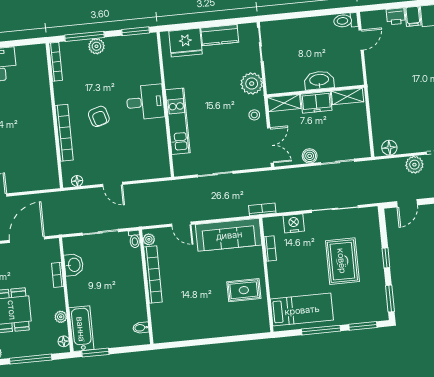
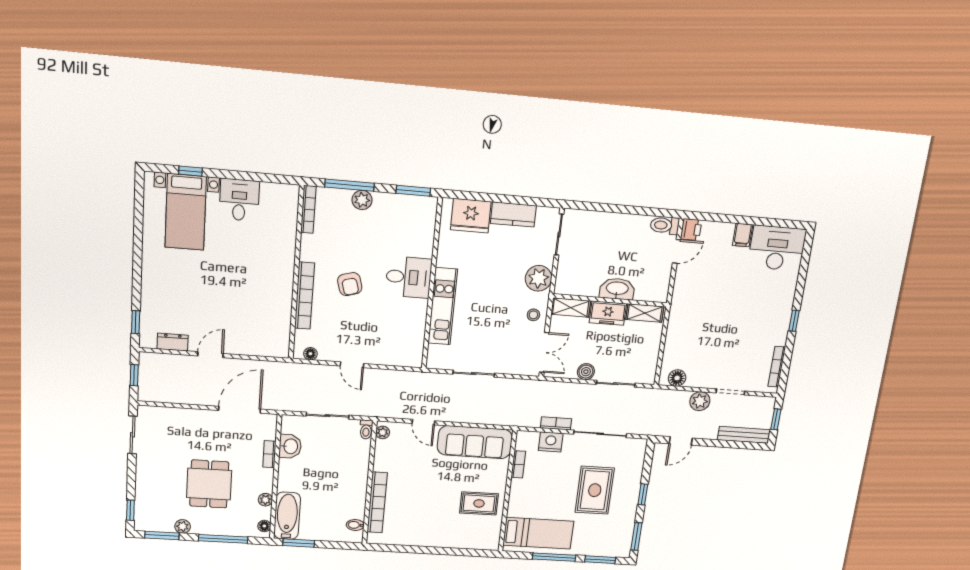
printer: (396, 16) -> (691, 230), moved, turned -90
bookcase: (262, 209) -> (556, 423), moved
bookcase: (153, 274) -> (377, 502), moved

